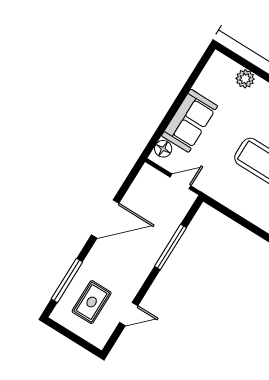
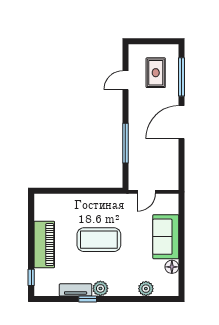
floor lamp: (163, 149) -> (172, 267), moved
door: (105, 219) -> (181, 122), moved

